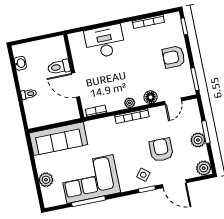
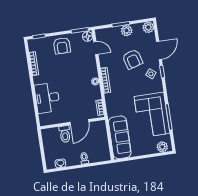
floor lamp: (151, 97) -> (87, 36), moved
armchair: (161, 150) -> (133, 59), turned -106
plant: (46, 180) -> (162, 147), moved

